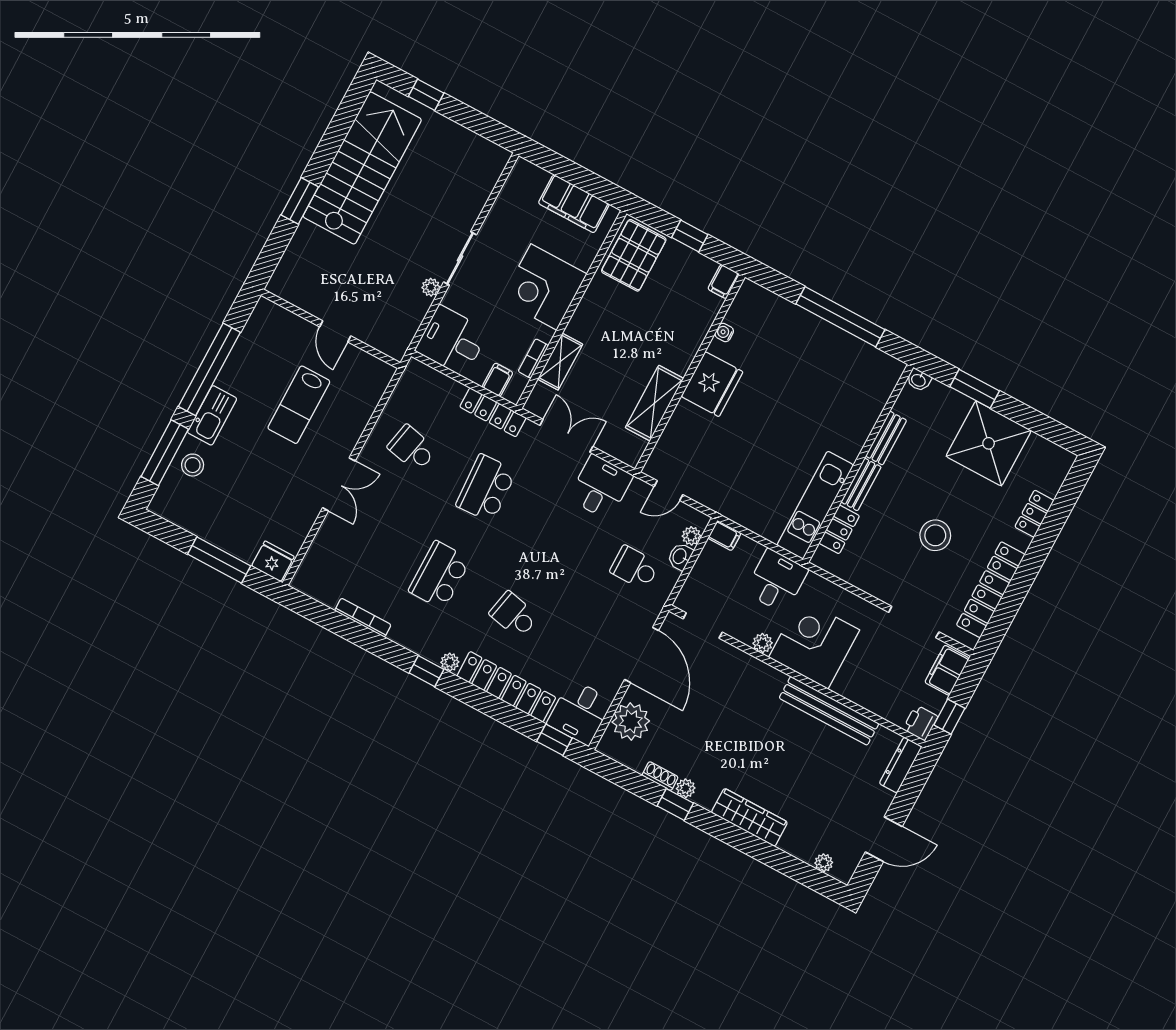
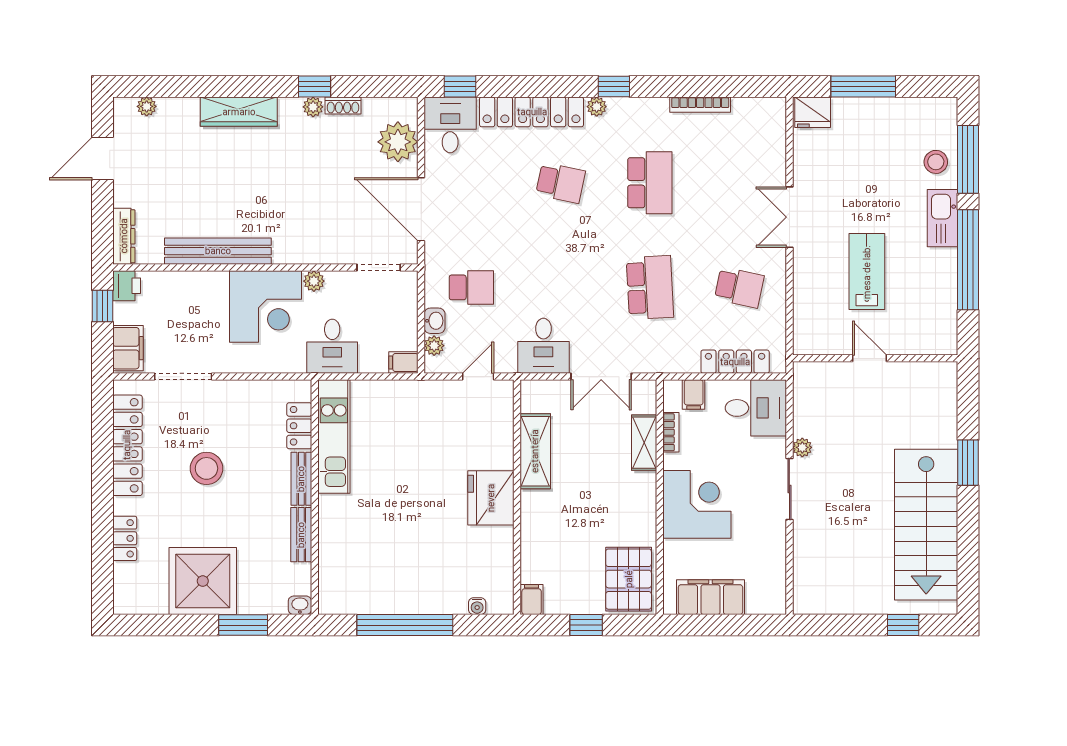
water cooler: (724, 332) -> (477, 606), moved, turned 90
locker: (493, 412) -> (735, 362), moved

